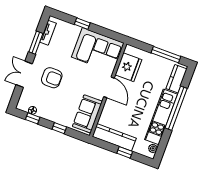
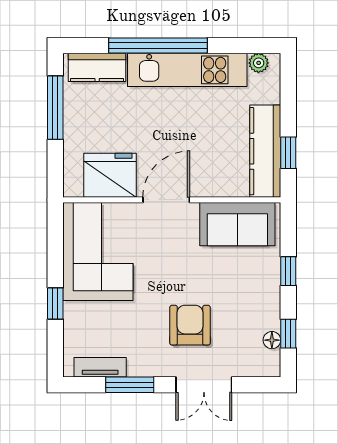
window: (125, 152) -> (288, 153), moved

